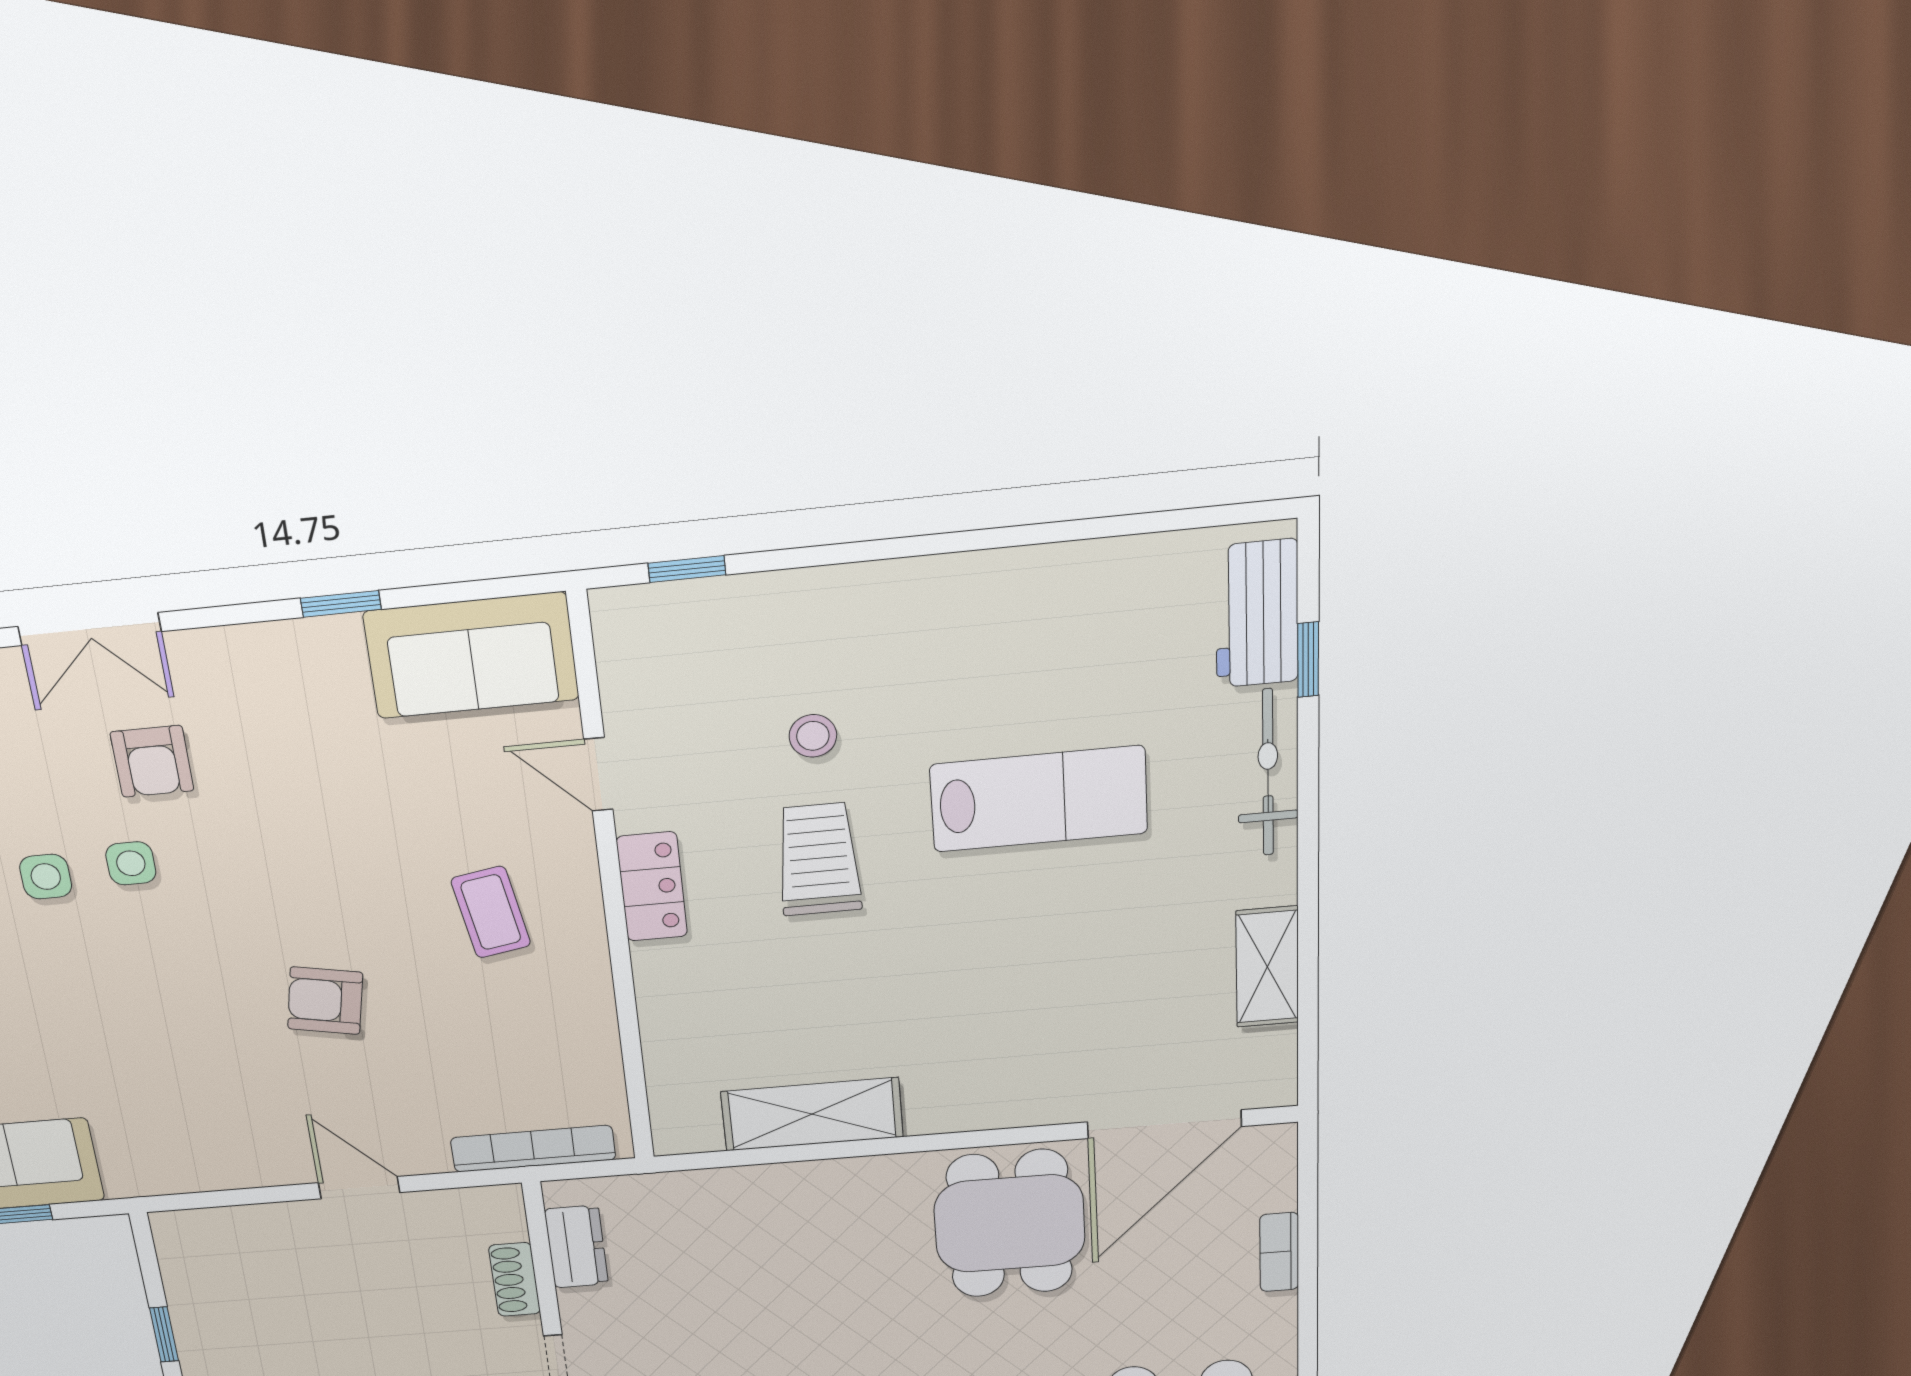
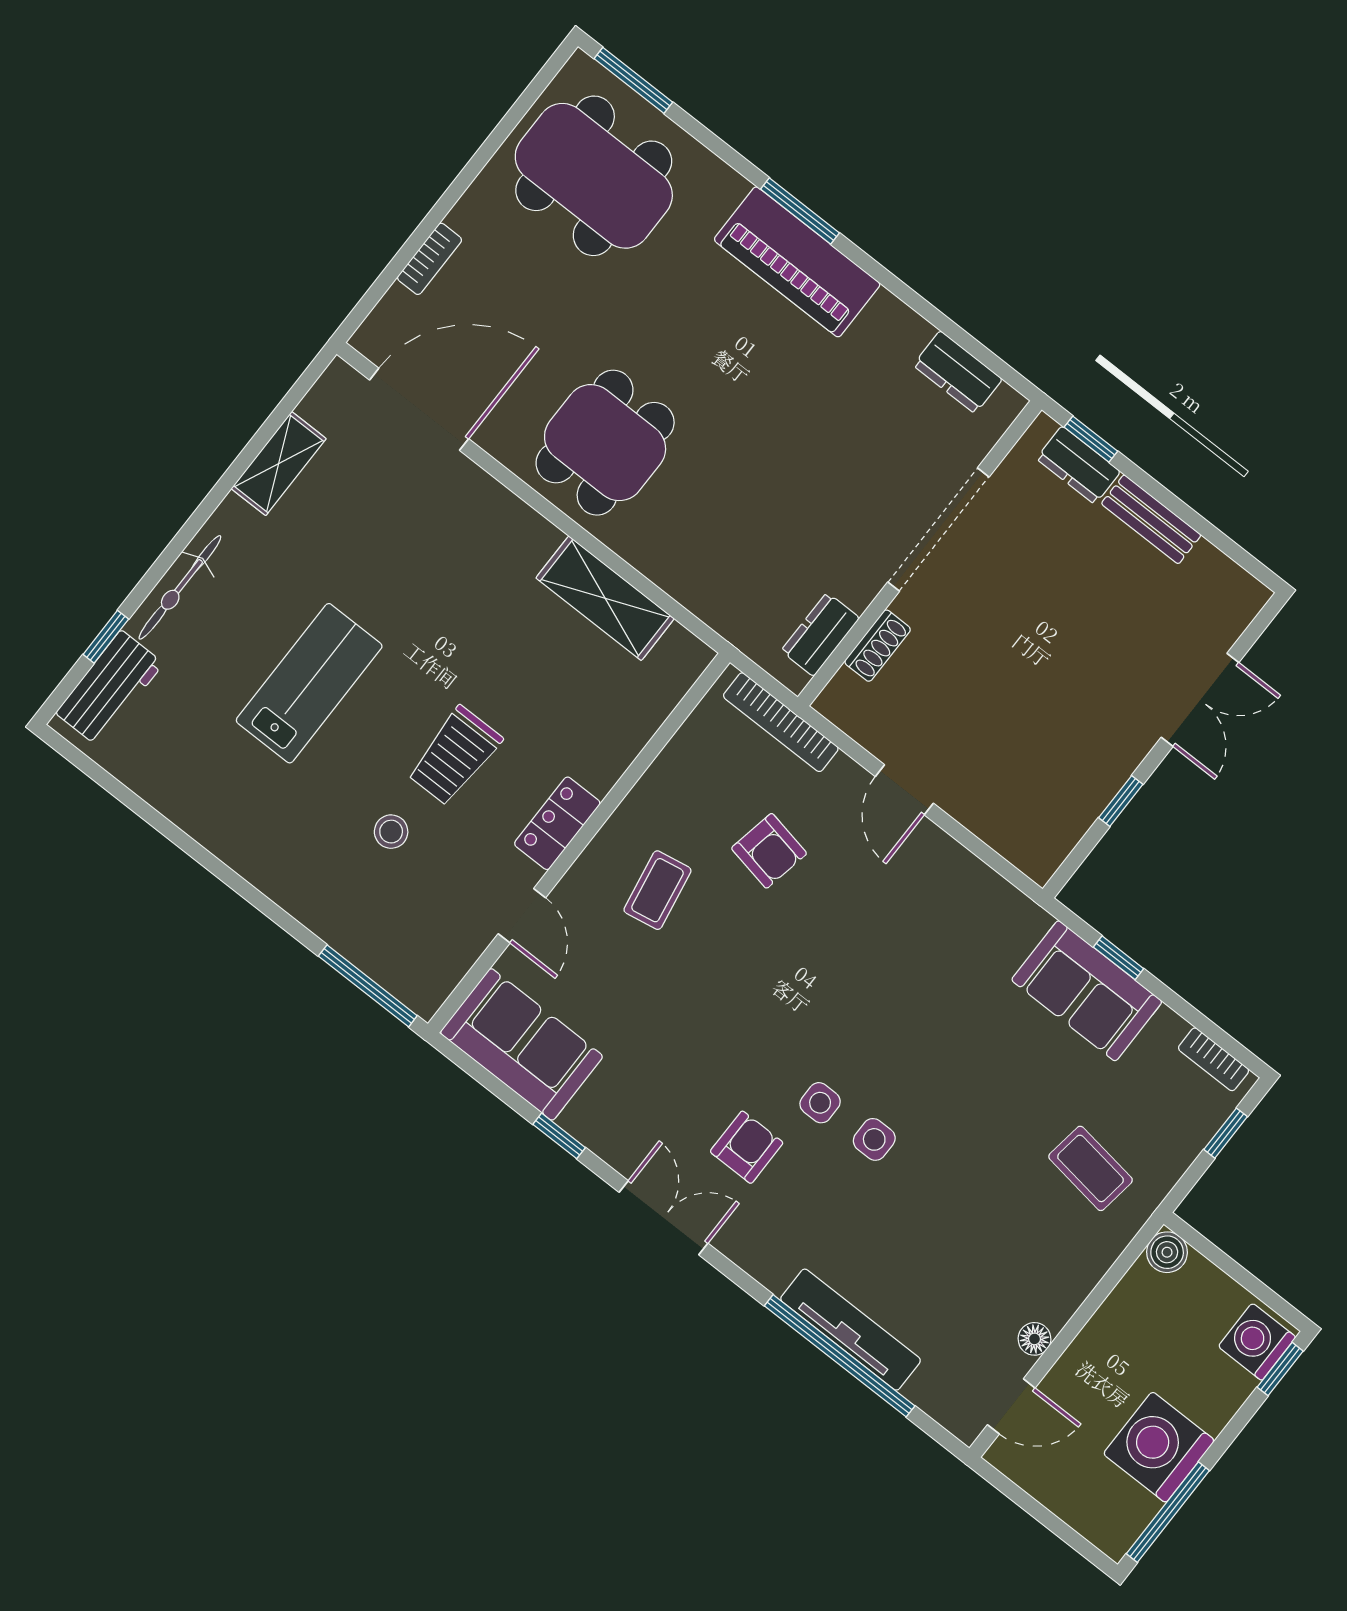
window: (687, 569) -> (368, 986), width x2.17
double door: (90, 629) -> (664, 1218), moved
lab bench: (1039, 799) -> (309, 683), turned 90
armchair: (325, 1001) -> (769, 851), moved
dining table: (1010, 1224) -> (605, 443), moved

